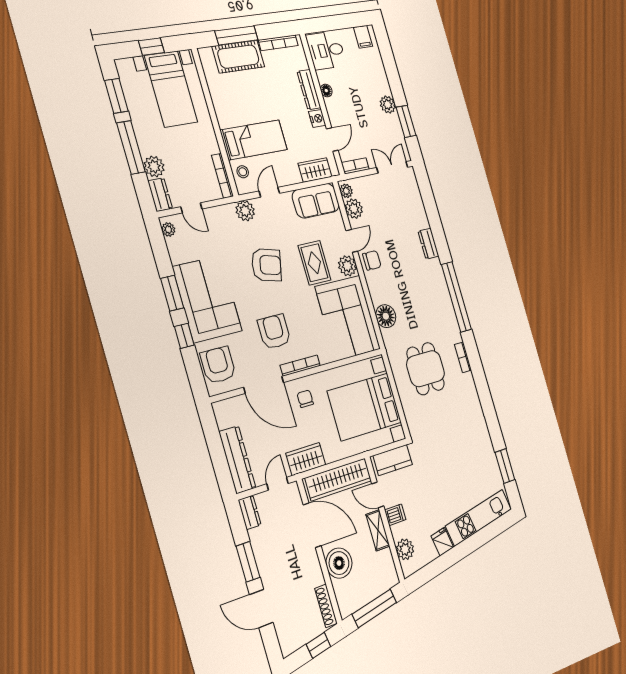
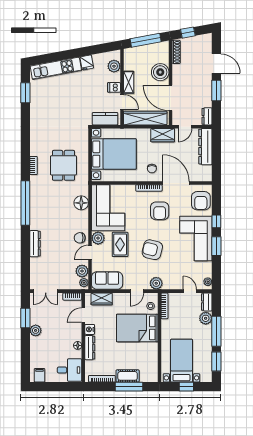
cot: (238, 57) -> (128, 376), width x0.73, depth x0.75
bed: (254, 140) -> (137, 328), width x1.50
dresser: (428, 244) -> (35, 244), width x1.44

